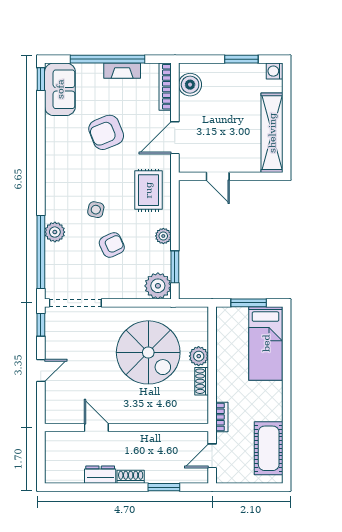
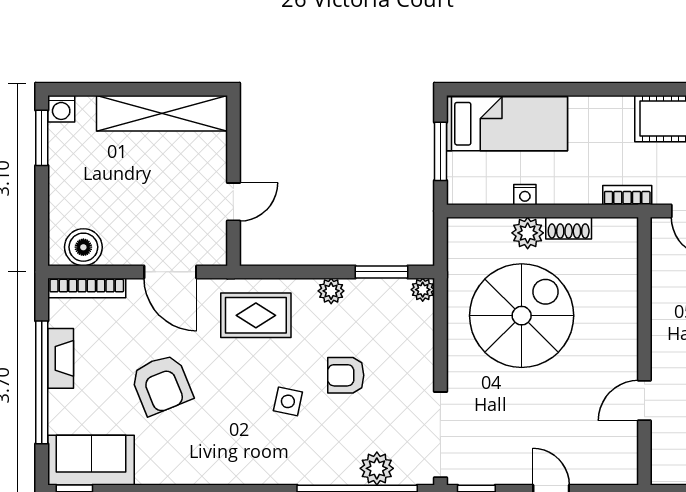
window: (241, 59) -> (42, 138), moved
plant: (55, 232) -> (377, 468), moved
armchair: (112, 245) -> (346, 375), turned -65
plant: (158, 286) -> (423, 290), width x0.53, depth x0.53
nightstand: (222, 354) -> (525, 195), added

